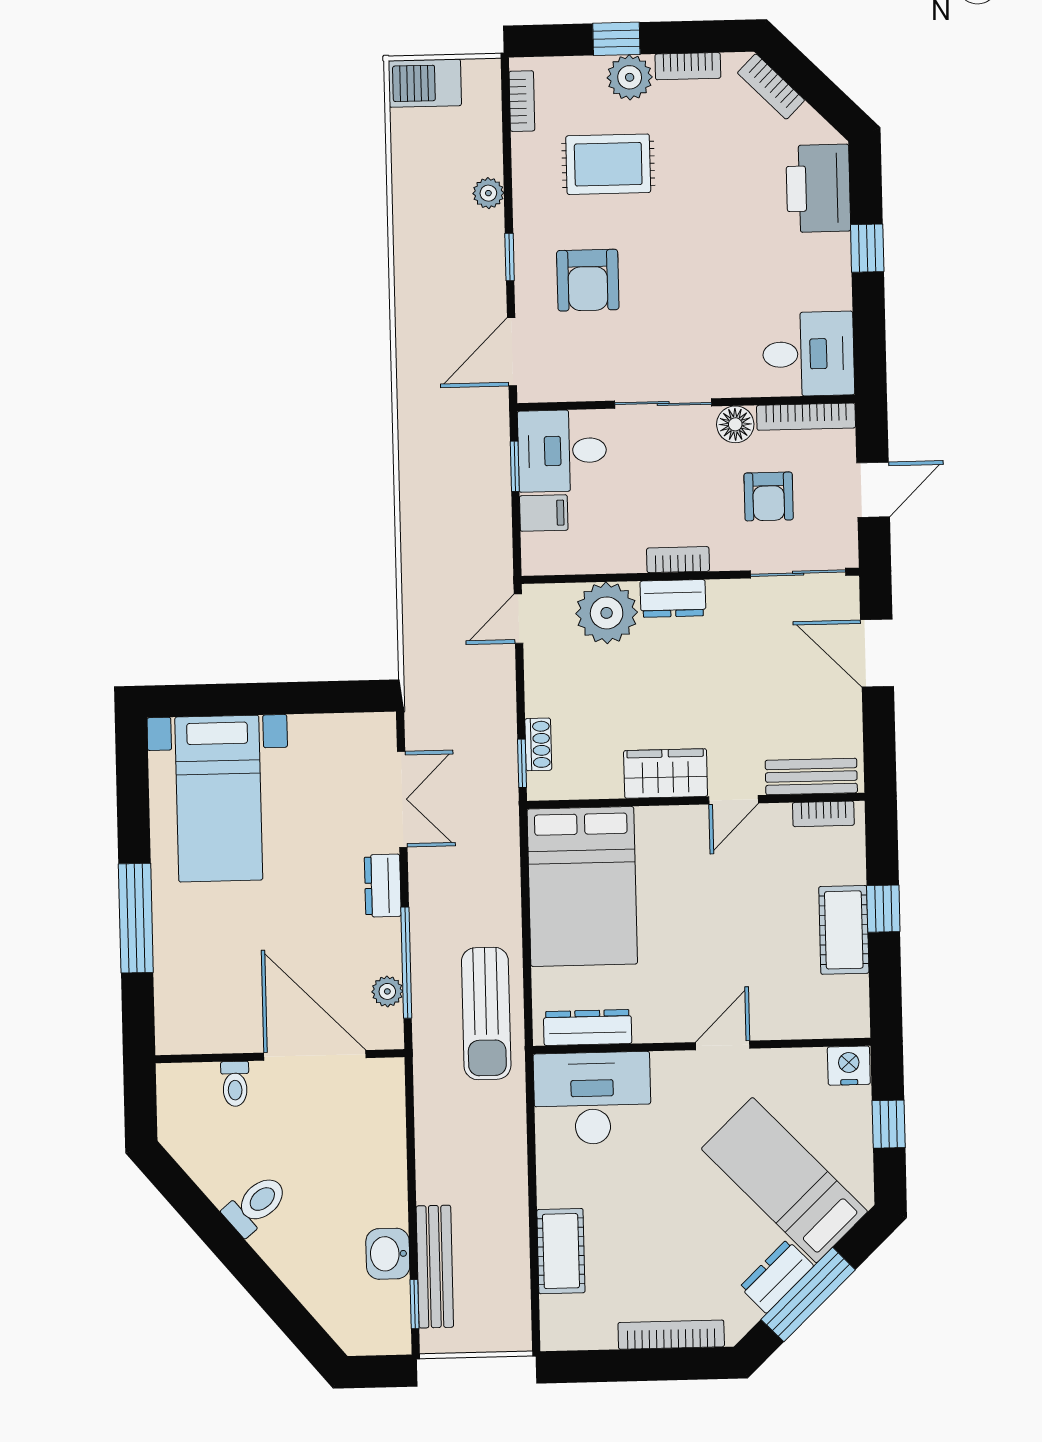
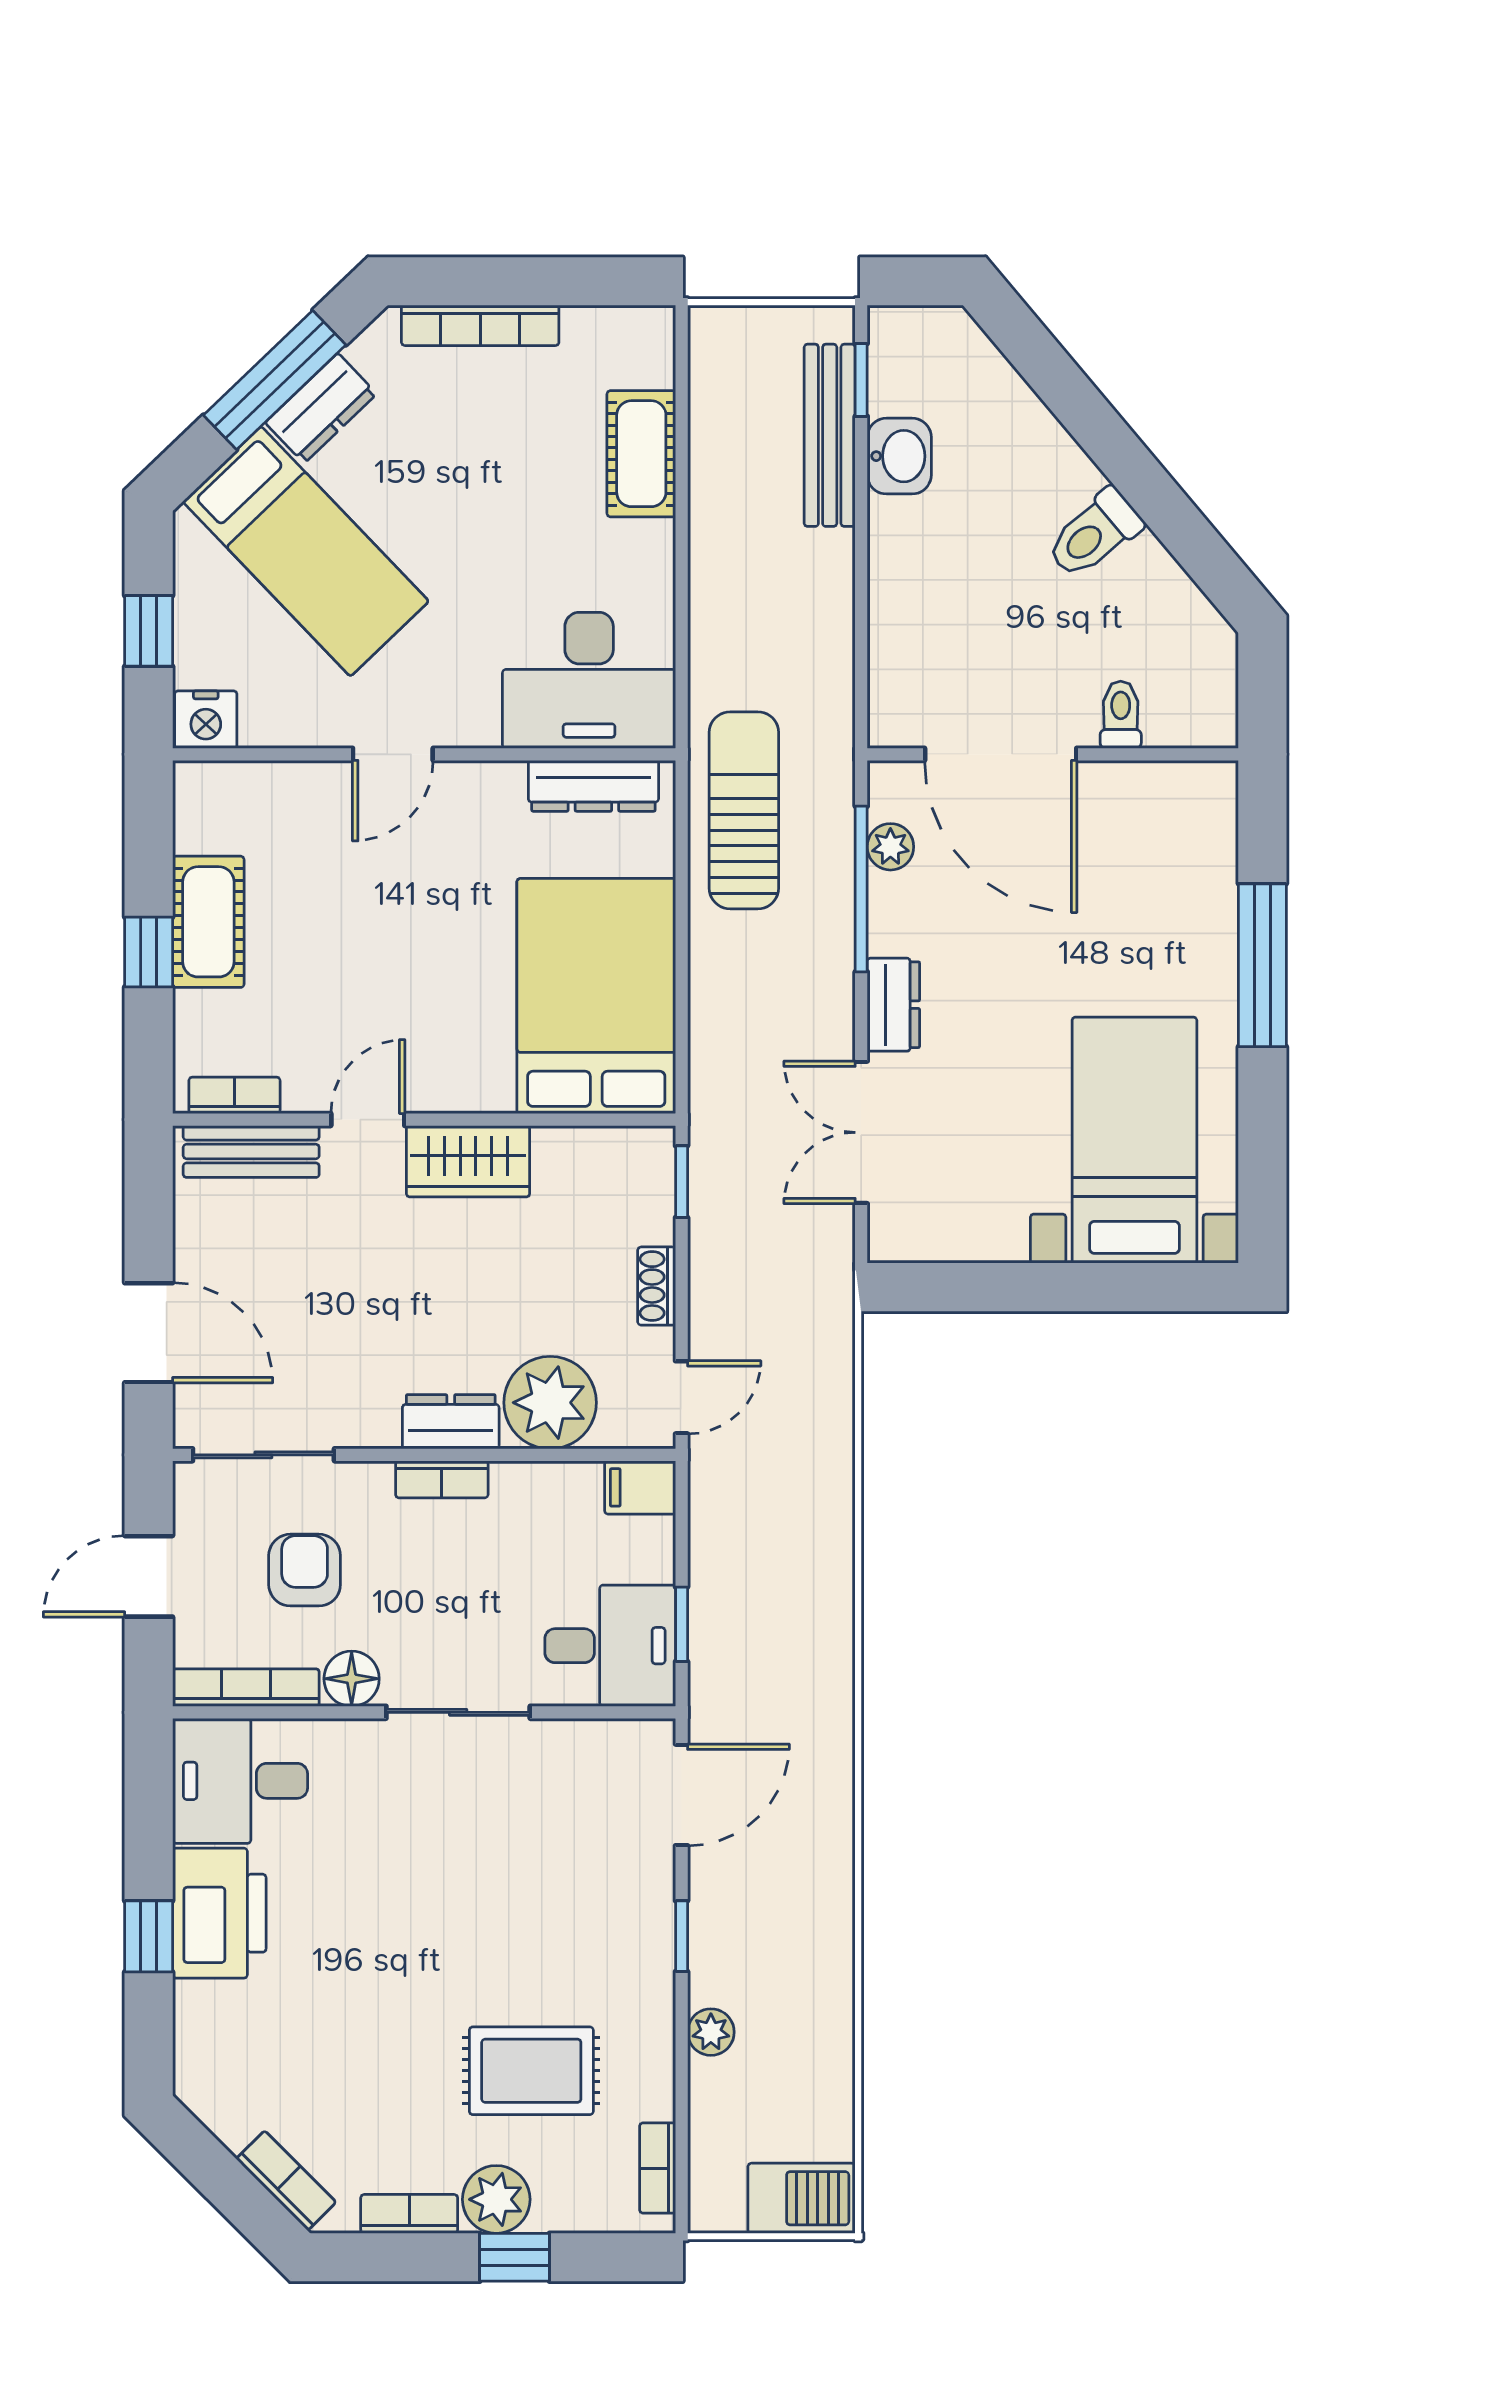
printer: (818, 188) -> (219, 1913), moved
armchair: (588, 280) -> (566, 1899), removed
filing cabinet: (544, 513) -> (640, 1487), moved
shoe rack: (538, 744) -> (657, 1286), moved

